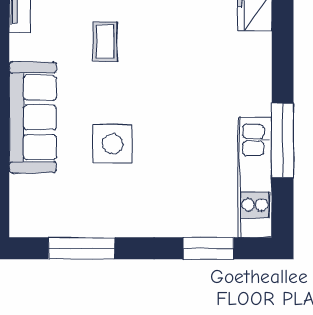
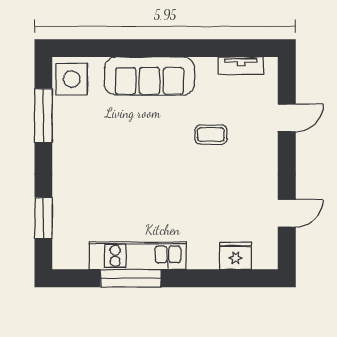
side table: (113, 144) -> (72, 79), moved
kitchen unit: (255, 177) -> (138, 256), moved

